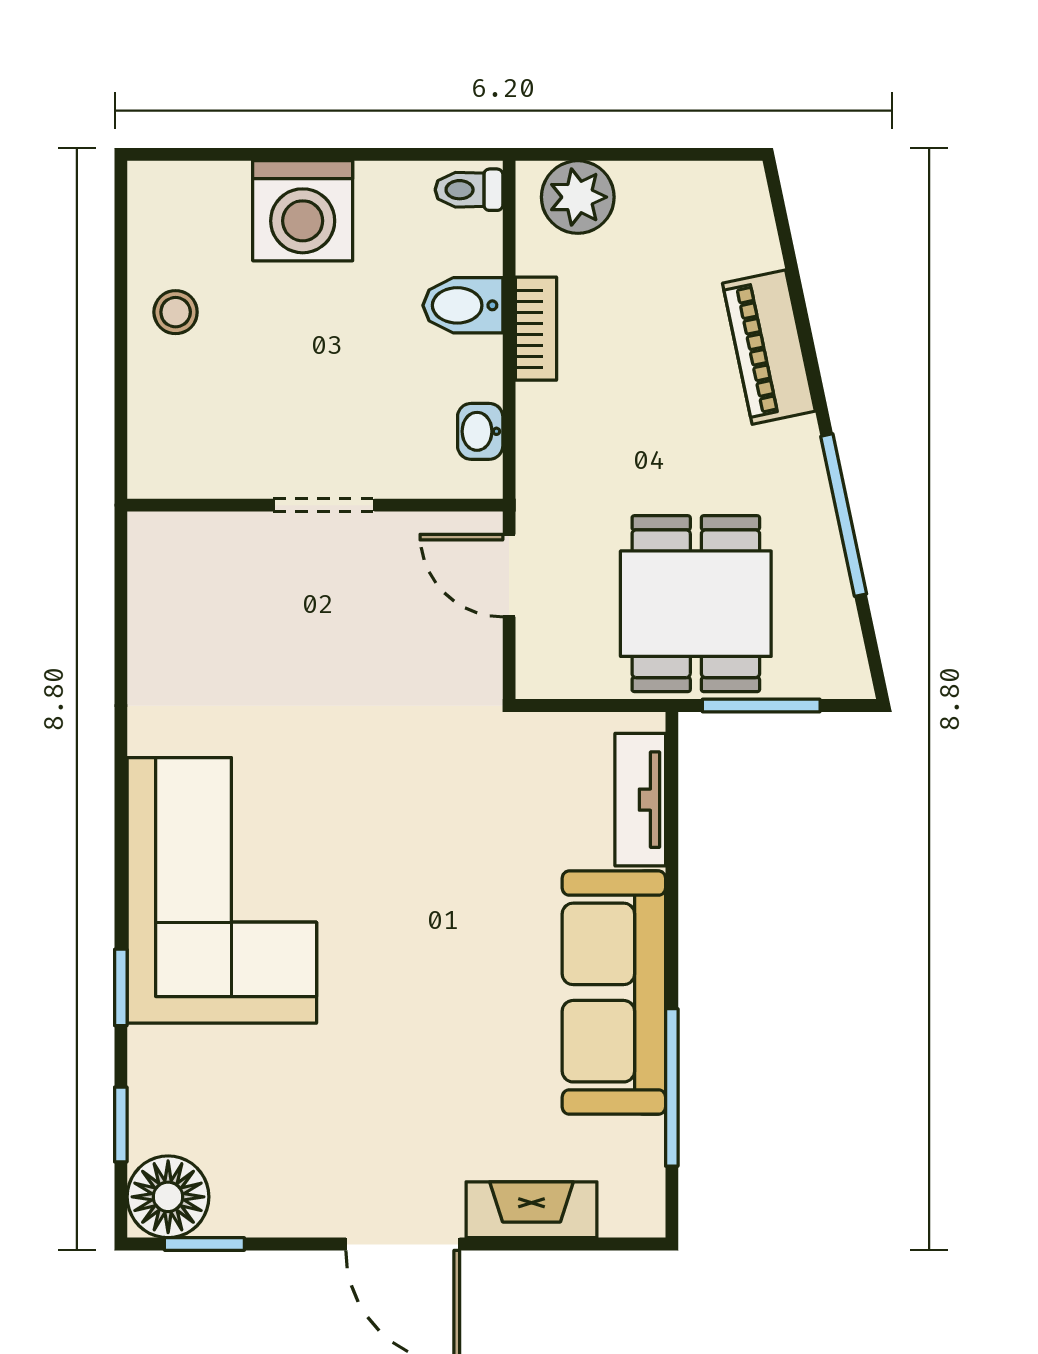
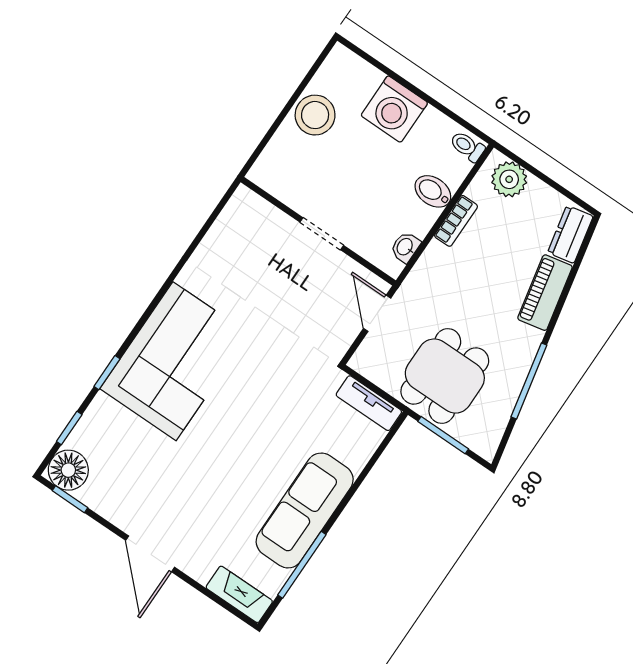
dresser: (745, 220) -> (570, 234), added
stool: (176, 312) -> (315, 115), width x1.89, depth x1.89
tv unit: (640, 800) -> (369, 403), moved, turned -90
fireplace: (531, 1210) -> (239, 594), moved

